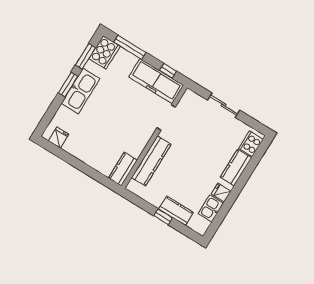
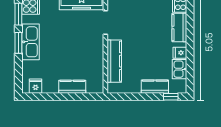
kitchen counter: (123, 169) -> (72, 87), moved, turned 90
window: (163, 217) -> (171, 97), moved

